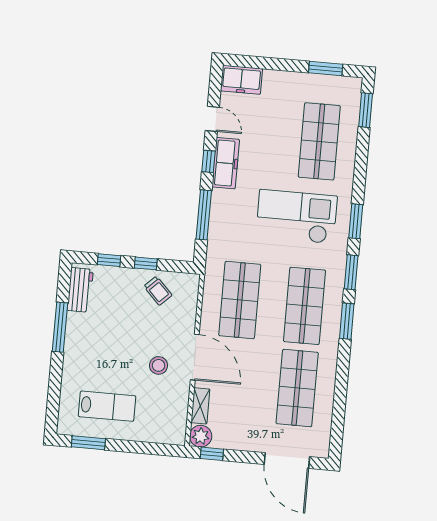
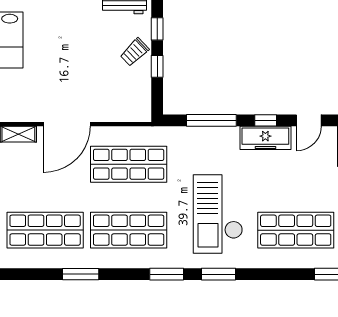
checkout: (296, 217) -> (218, 214), turned 180
trolley: (158, 291) -> (135, 52), moved
window: (347, 321) -> (81, 274), moved
stool: (159, 365) -> (55, 88), removed

